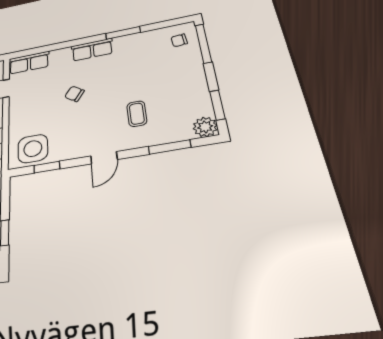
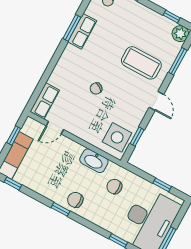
row of seats: (92, 50) -> (82, 31), moved
window: (217, 105) -> (172, 17), width x0.67
coffee table: (137, 114) -> (141, 63), width x1.86, depth x1.72

